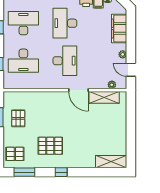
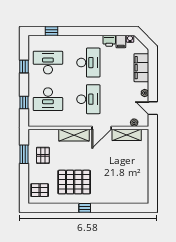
desk: (65, 23) -> (88, 63), turned 180
door: (78, 90) -> (102, 128), hinge flipped
pallet: (50, 146) -> (74, 182), width x1.37, depth x1.41
shelving: (111, 162) -> (74, 135), moved
window: (24, 172) -> (49, 208), removed

